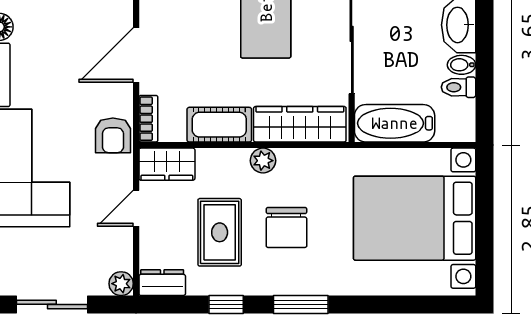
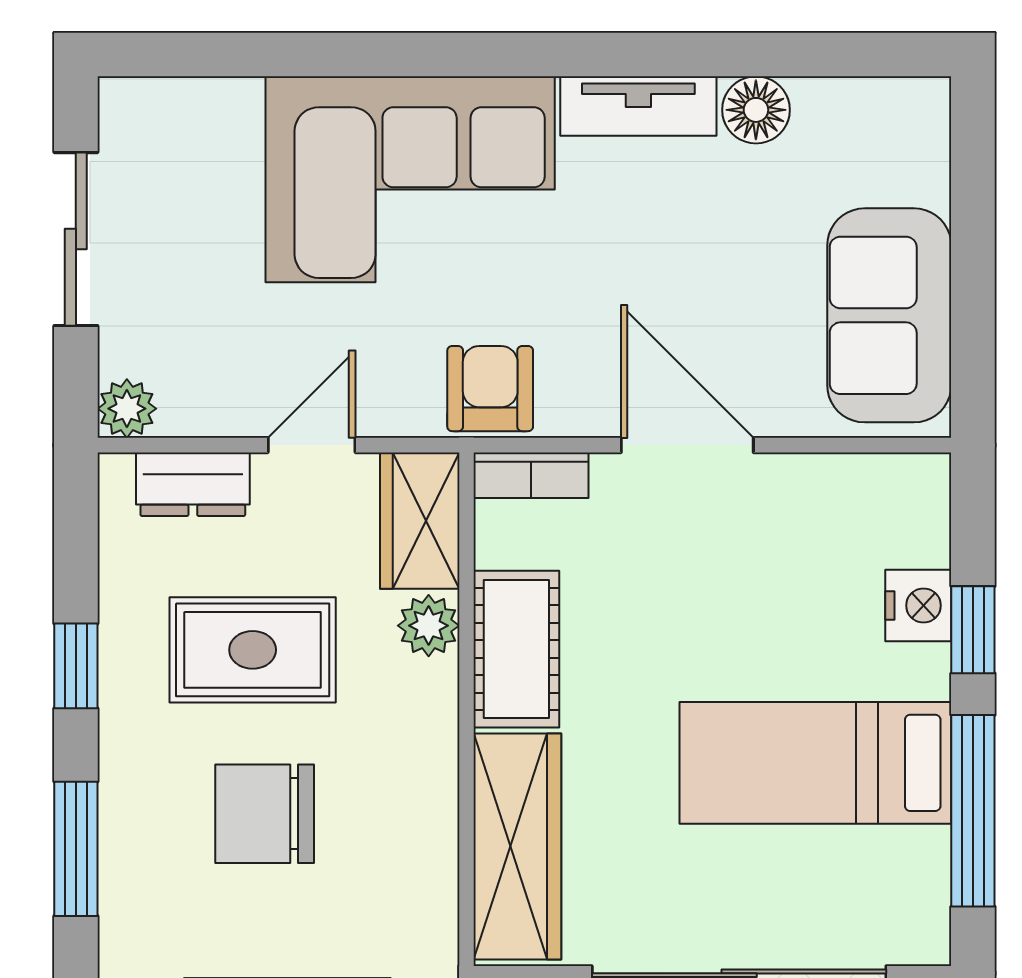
armchair: (113, 135) -> (490, 389), turned 90
plant: (263, 161) -> (429, 626), moved
door: (136, 208) -> (312, 445), hinge flipped
dresser: (162, 283) -> (193, 484), moved, turned 90

